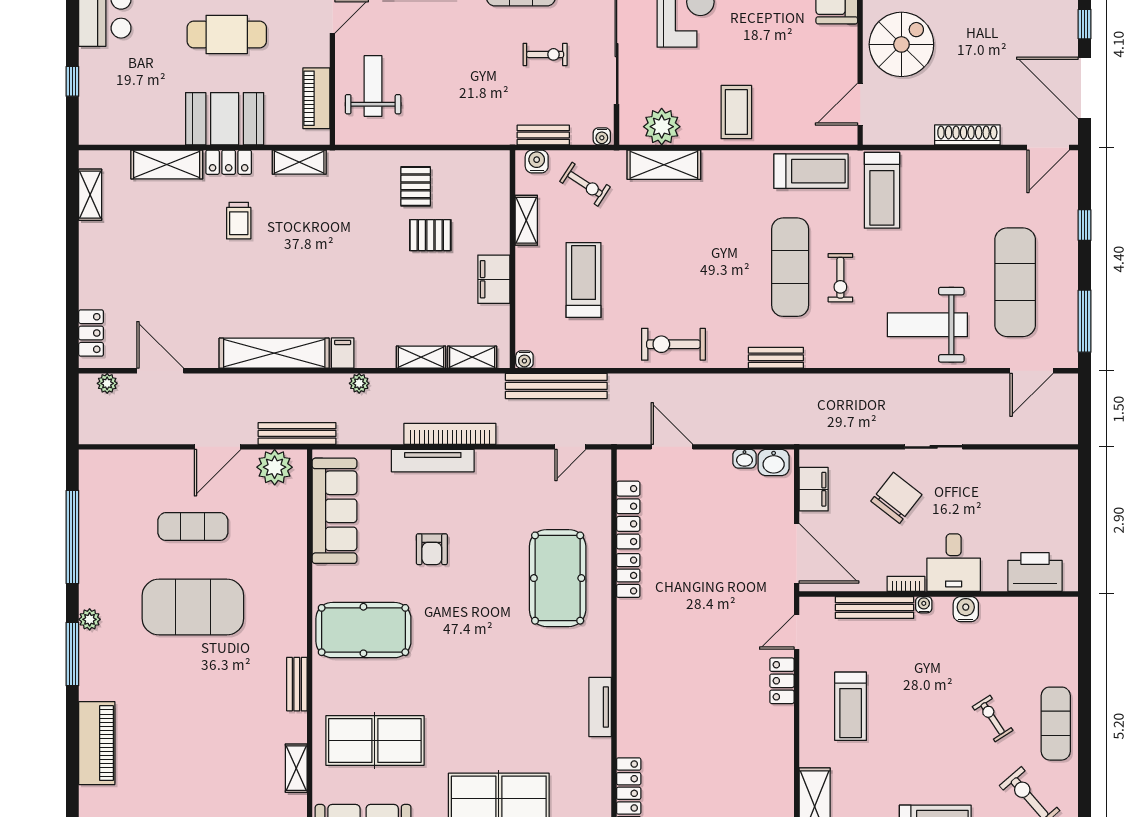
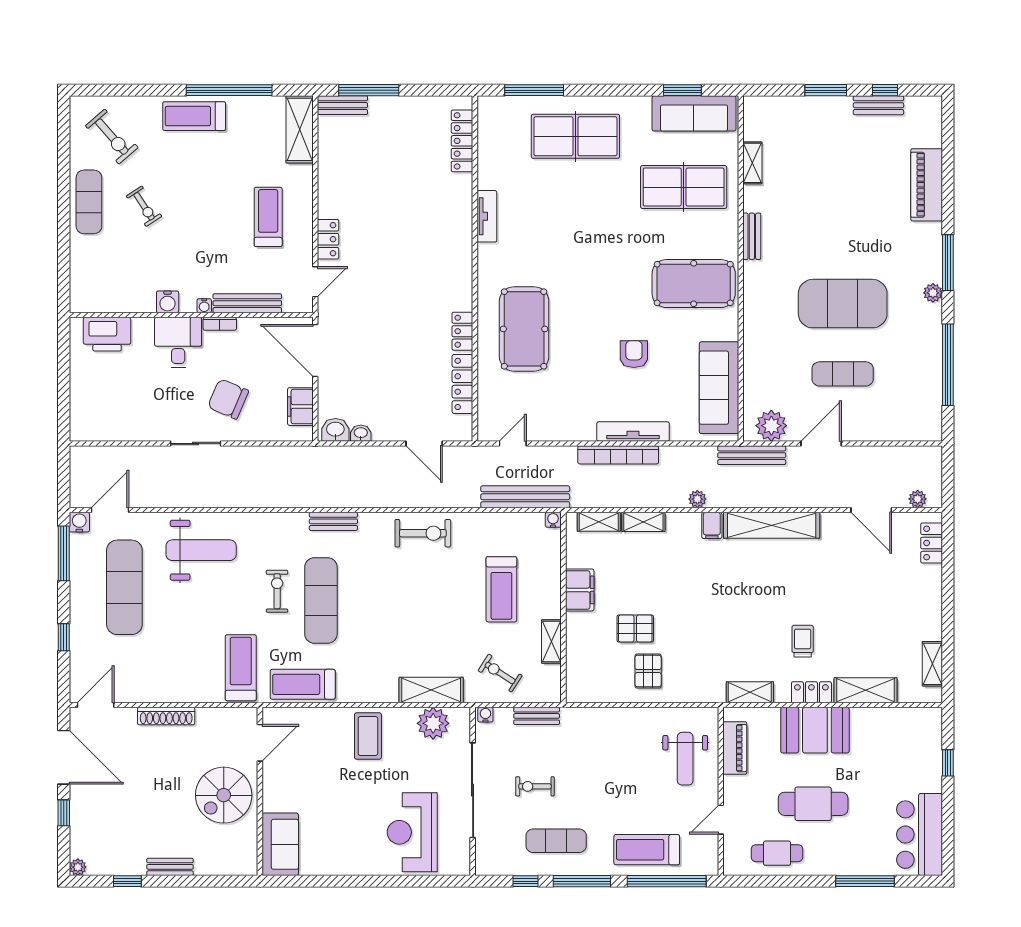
water cooler: (537, 161) -> (79, 522), moved, turned 180
chair: (896, 498) -> (228, 399), turned 75

